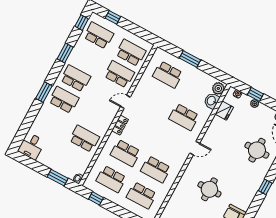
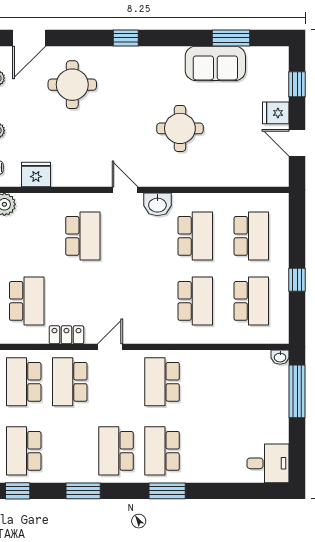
washbasin: (212, 101) -> (157, 204), moved
door: (125, 102) -> (110, 347), swing flipped
locker: (120, 125) -> (66, 335), moved
school desk: (84, 139) -> (162, 382), moved
window: (58, 178) -> (297, 391), width x1.44
window: (96, 198) -> (297, 280), moved

